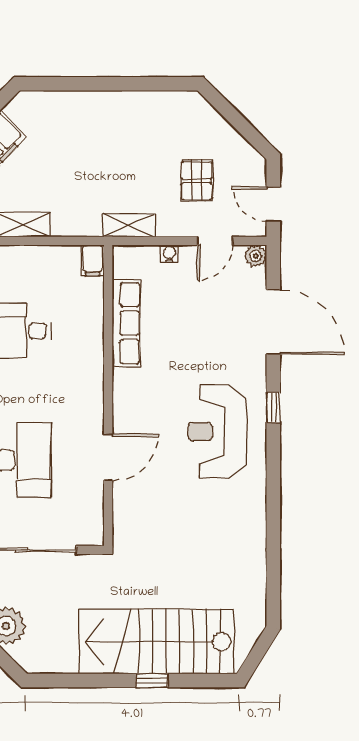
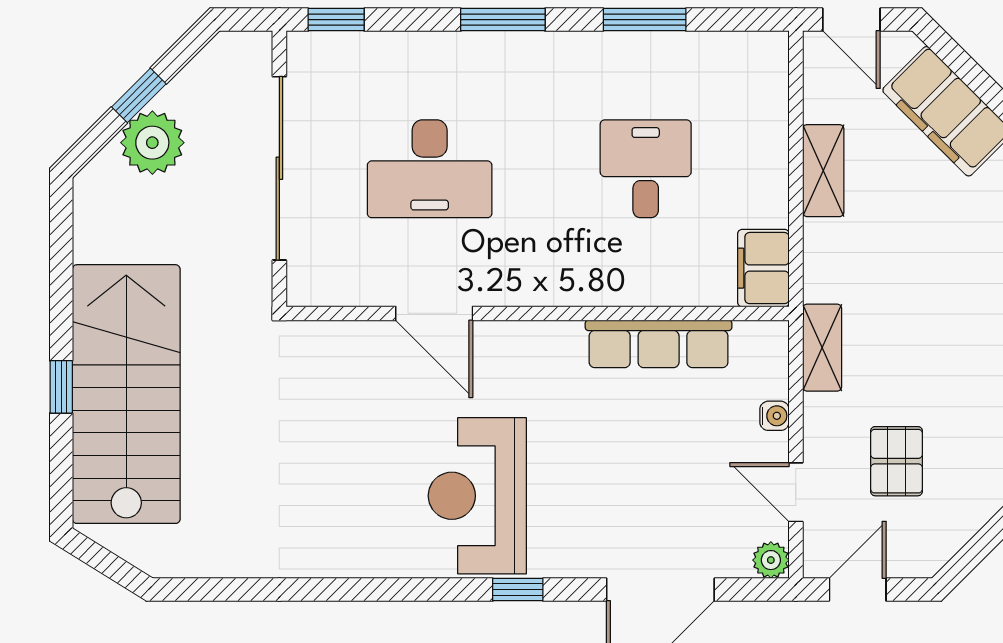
pallet: (196, 181) -> (896, 461), turned 90
filing cabinet: (93, 260) -> (763, 268), width x2.00
reception desk: (217, 432) -> (477, 496), turned -90

